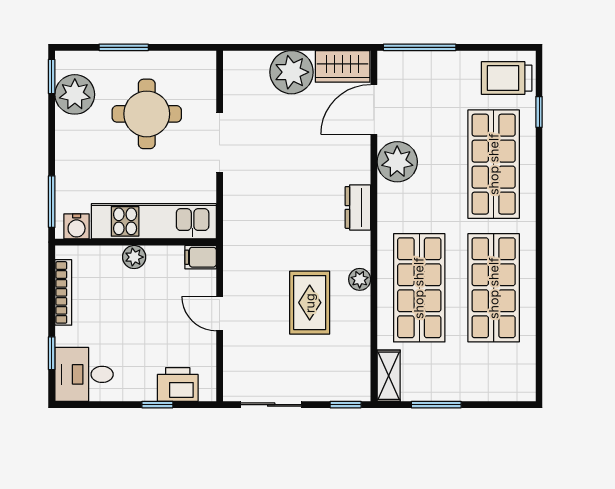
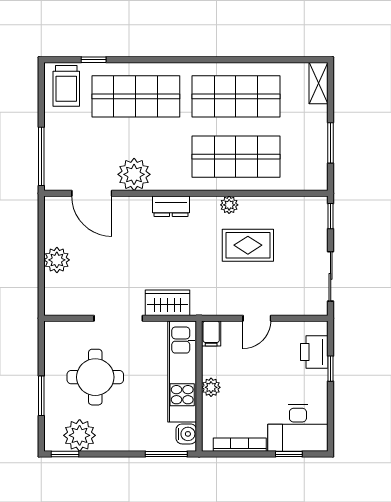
wardrobe: (343, 66) -> (168, 303), moved, turned -90
plant: (292, 72) -> (57, 260), width x0.73, depth x0.73
desk: (84, 374) -> (298, 428), width x1.37
shelving: (389, 376) -> (319, 83), moved, turned 90

